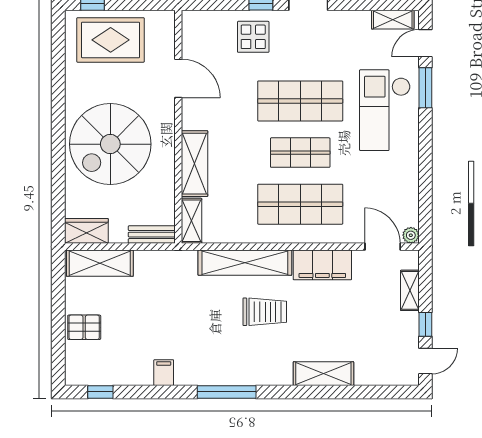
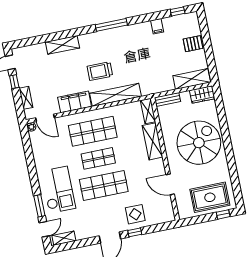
filing cabinet: (164, 373) -> (157, 26), moved

